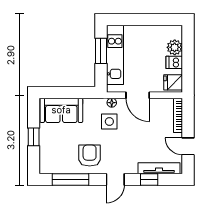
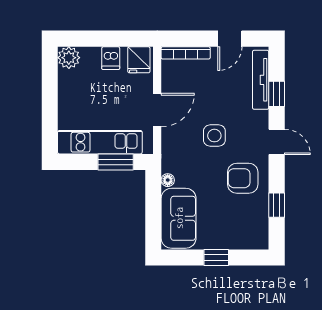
plant: (175, 47) -> (69, 58), moved
window: (101, 51) -> (116, 162), moved
floor lamp: (112, 103) -> (168, 180), moved
side table: (109, 122) -> (214, 136), moved
window: (71, 179) -> (277, 205), width x0.46

